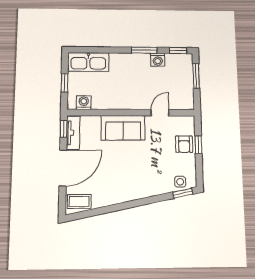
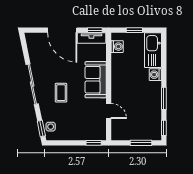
washing machine: (158, 60) -> (155, 75), moved
armchair: (184, 144) -> (82, 131), removed
window: (198, 145) -> (94, 143), moved
coffee table: (79, 201) -> (61, 93), moved
sliding door: (129, 205) -> (32, 84), added

